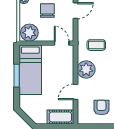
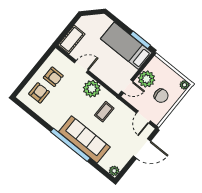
plant: (29, 33) -> (147, 79), moved
window: (17, 76) -> (140, 40), moved
door: (75, 92) -> (81, 67), hinge flipped

